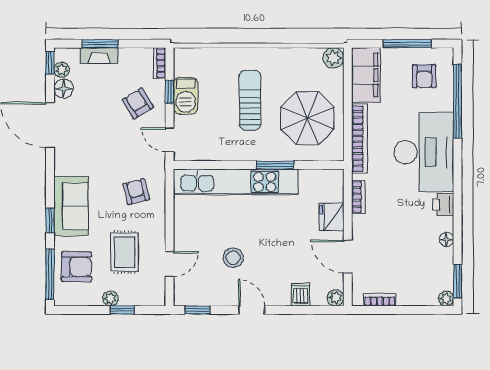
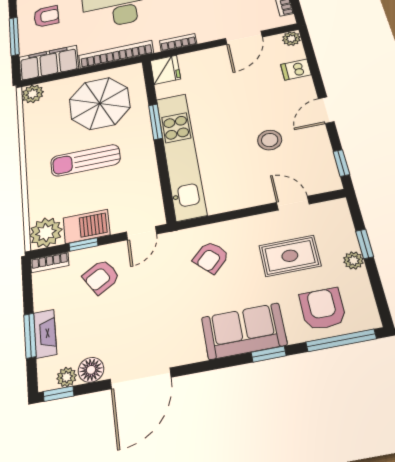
plant: (187, 61) -> (46, 233), added
armchair: (136, 192) -> (211, 257), turned -31
fridge: (332, 217) -> (165, 70), moved, turned -90

